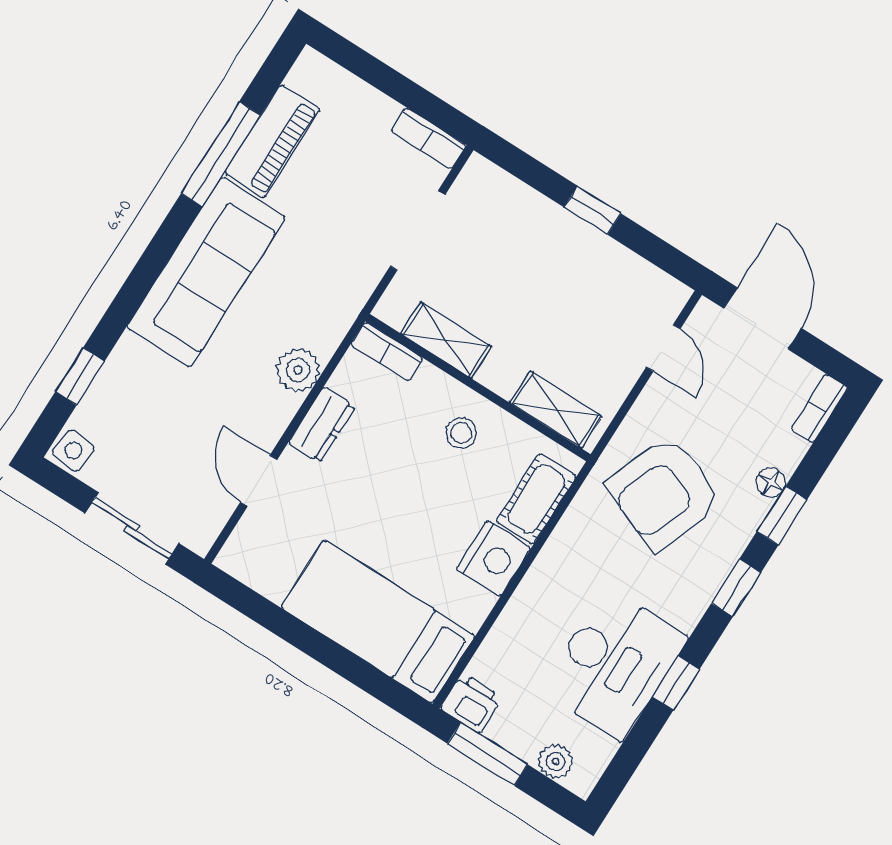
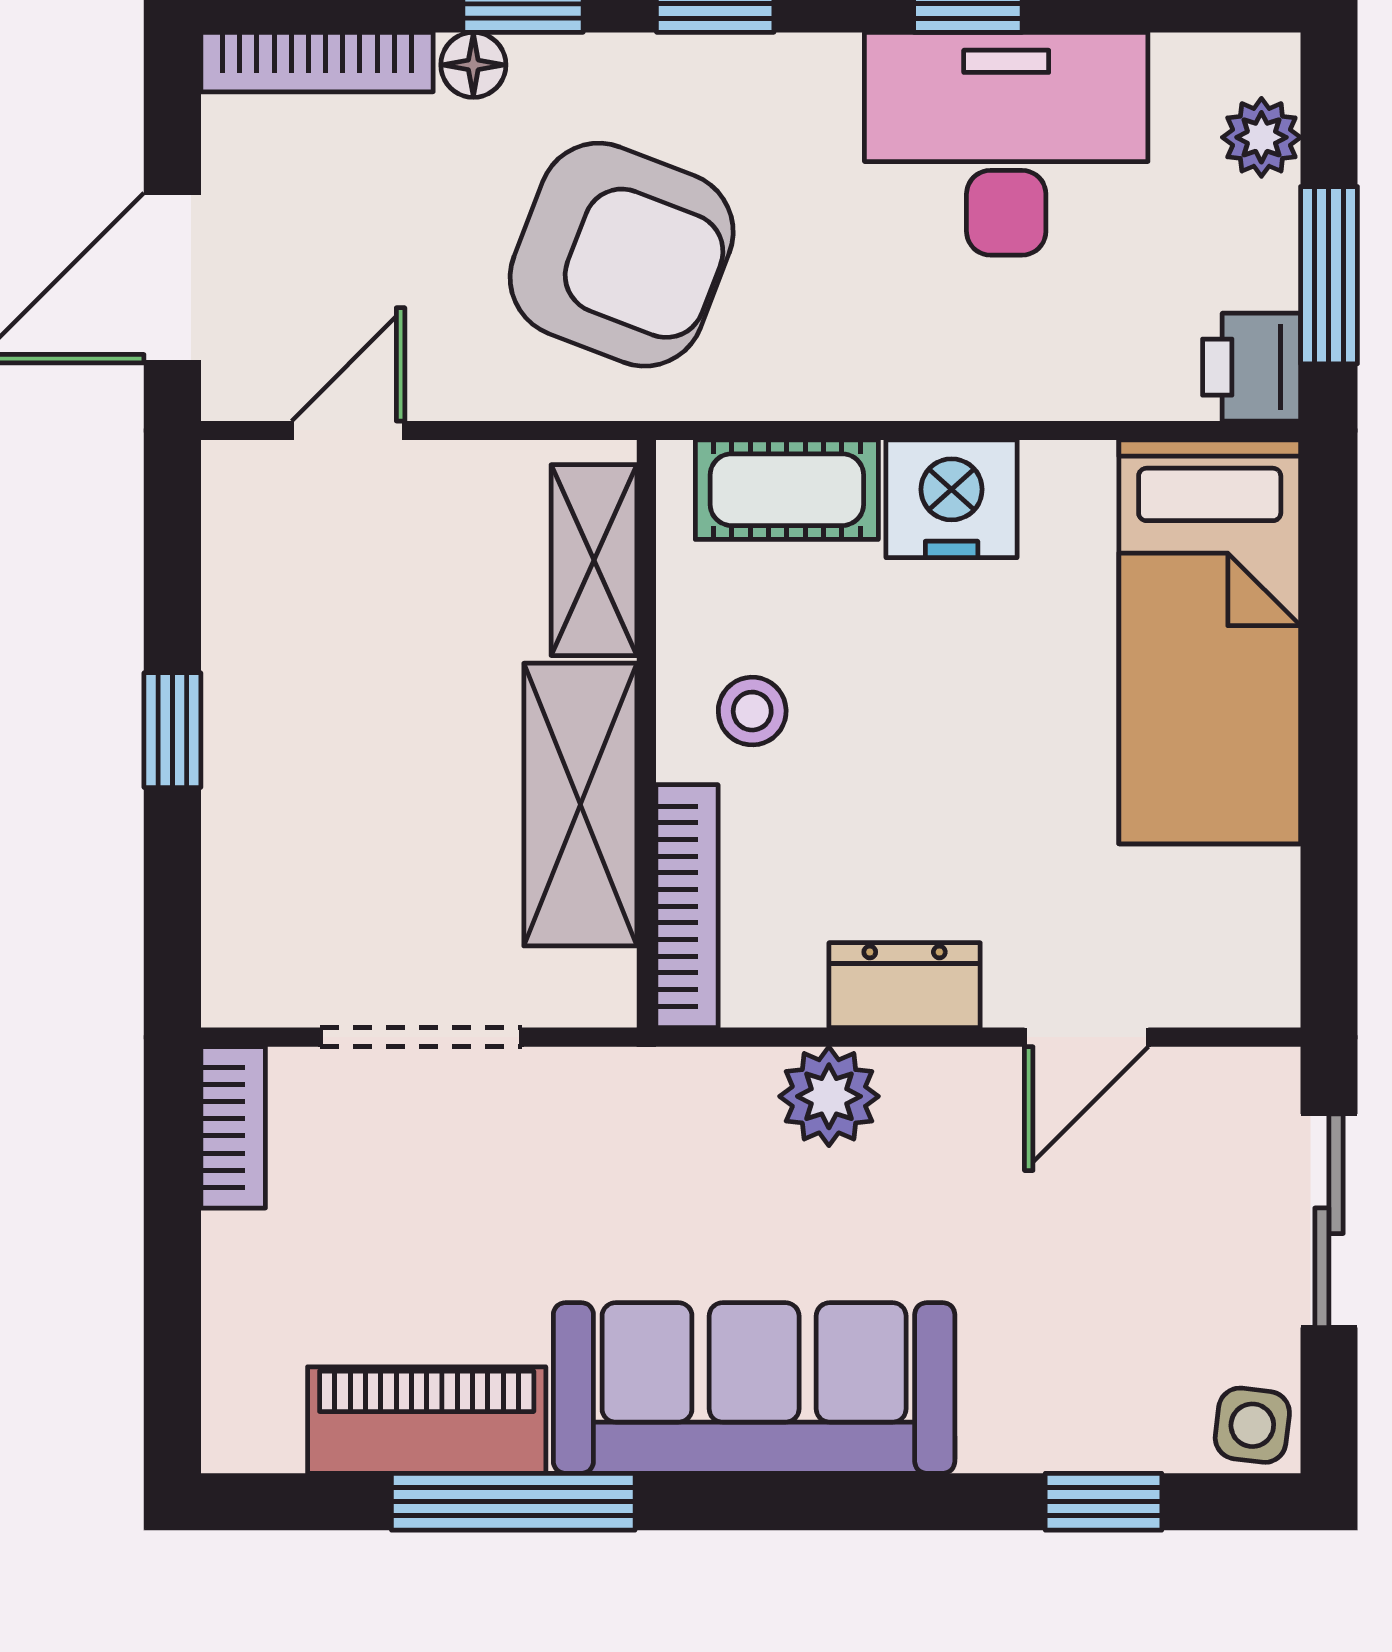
shelving: (446, 340) -> (580, 805), width x1.50, depth x1.33
bookcase: (387, 351) -> (687, 906), width x1.56
bookcase: (819, 408) -> (317, 62), width x1.56

